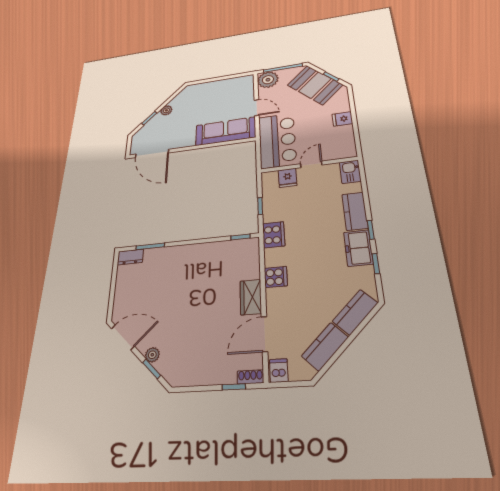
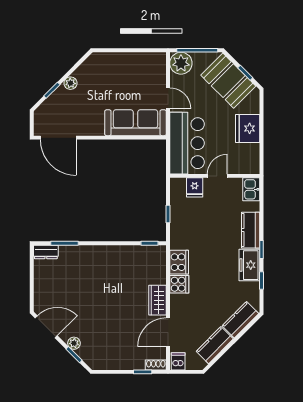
fridge: (342, 119) -> (248, 128), width x1.88, depth x1.34
cooker: (274, 235) -> (179, 262), moved

